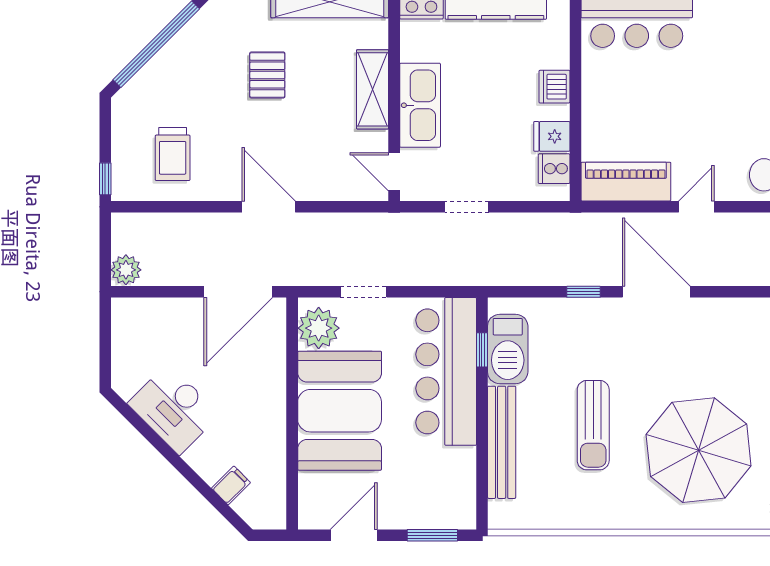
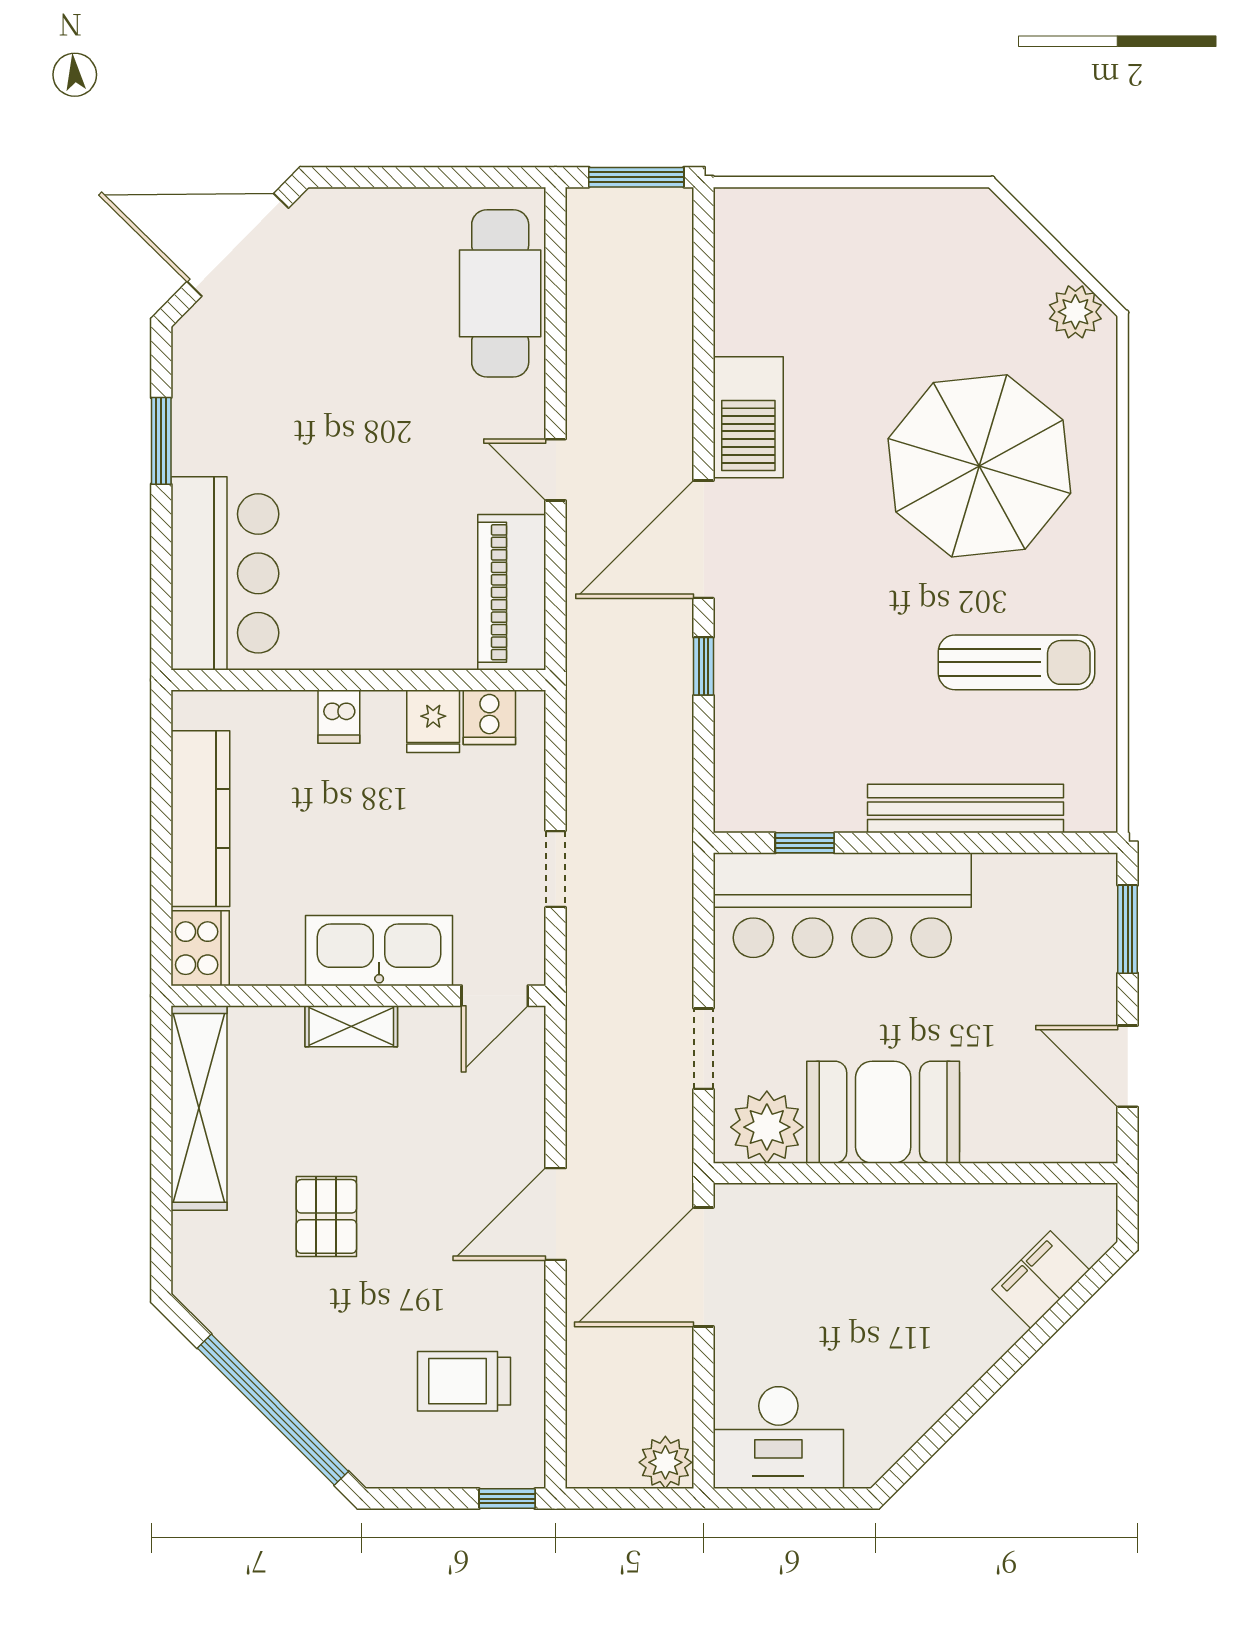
pallet: (267, 75) -> (326, 1216), turned 90
dishwasher: (554, 87) -> (339, 717), width x0.73
shelving: (373, 89) -> (351, 1026), width x0.67, depth x0.75
trolley: (173, 154) -> (464, 1381), turned 180
door: (238, 292) -> (704, 1267), swing flipped
barbecue: (508, 349) -> (748, 417), moved, turned 90
desk: (174, 409) -> (778, 1438), moved, turned 45
booth: (340, 411) -> (883, 1112), width x0.73, depth x0.70
sun lounger: (593, 425) -> (1016, 662), moved
filing cabinet: (231, 485) -> (1041, 1280), width x2.00

